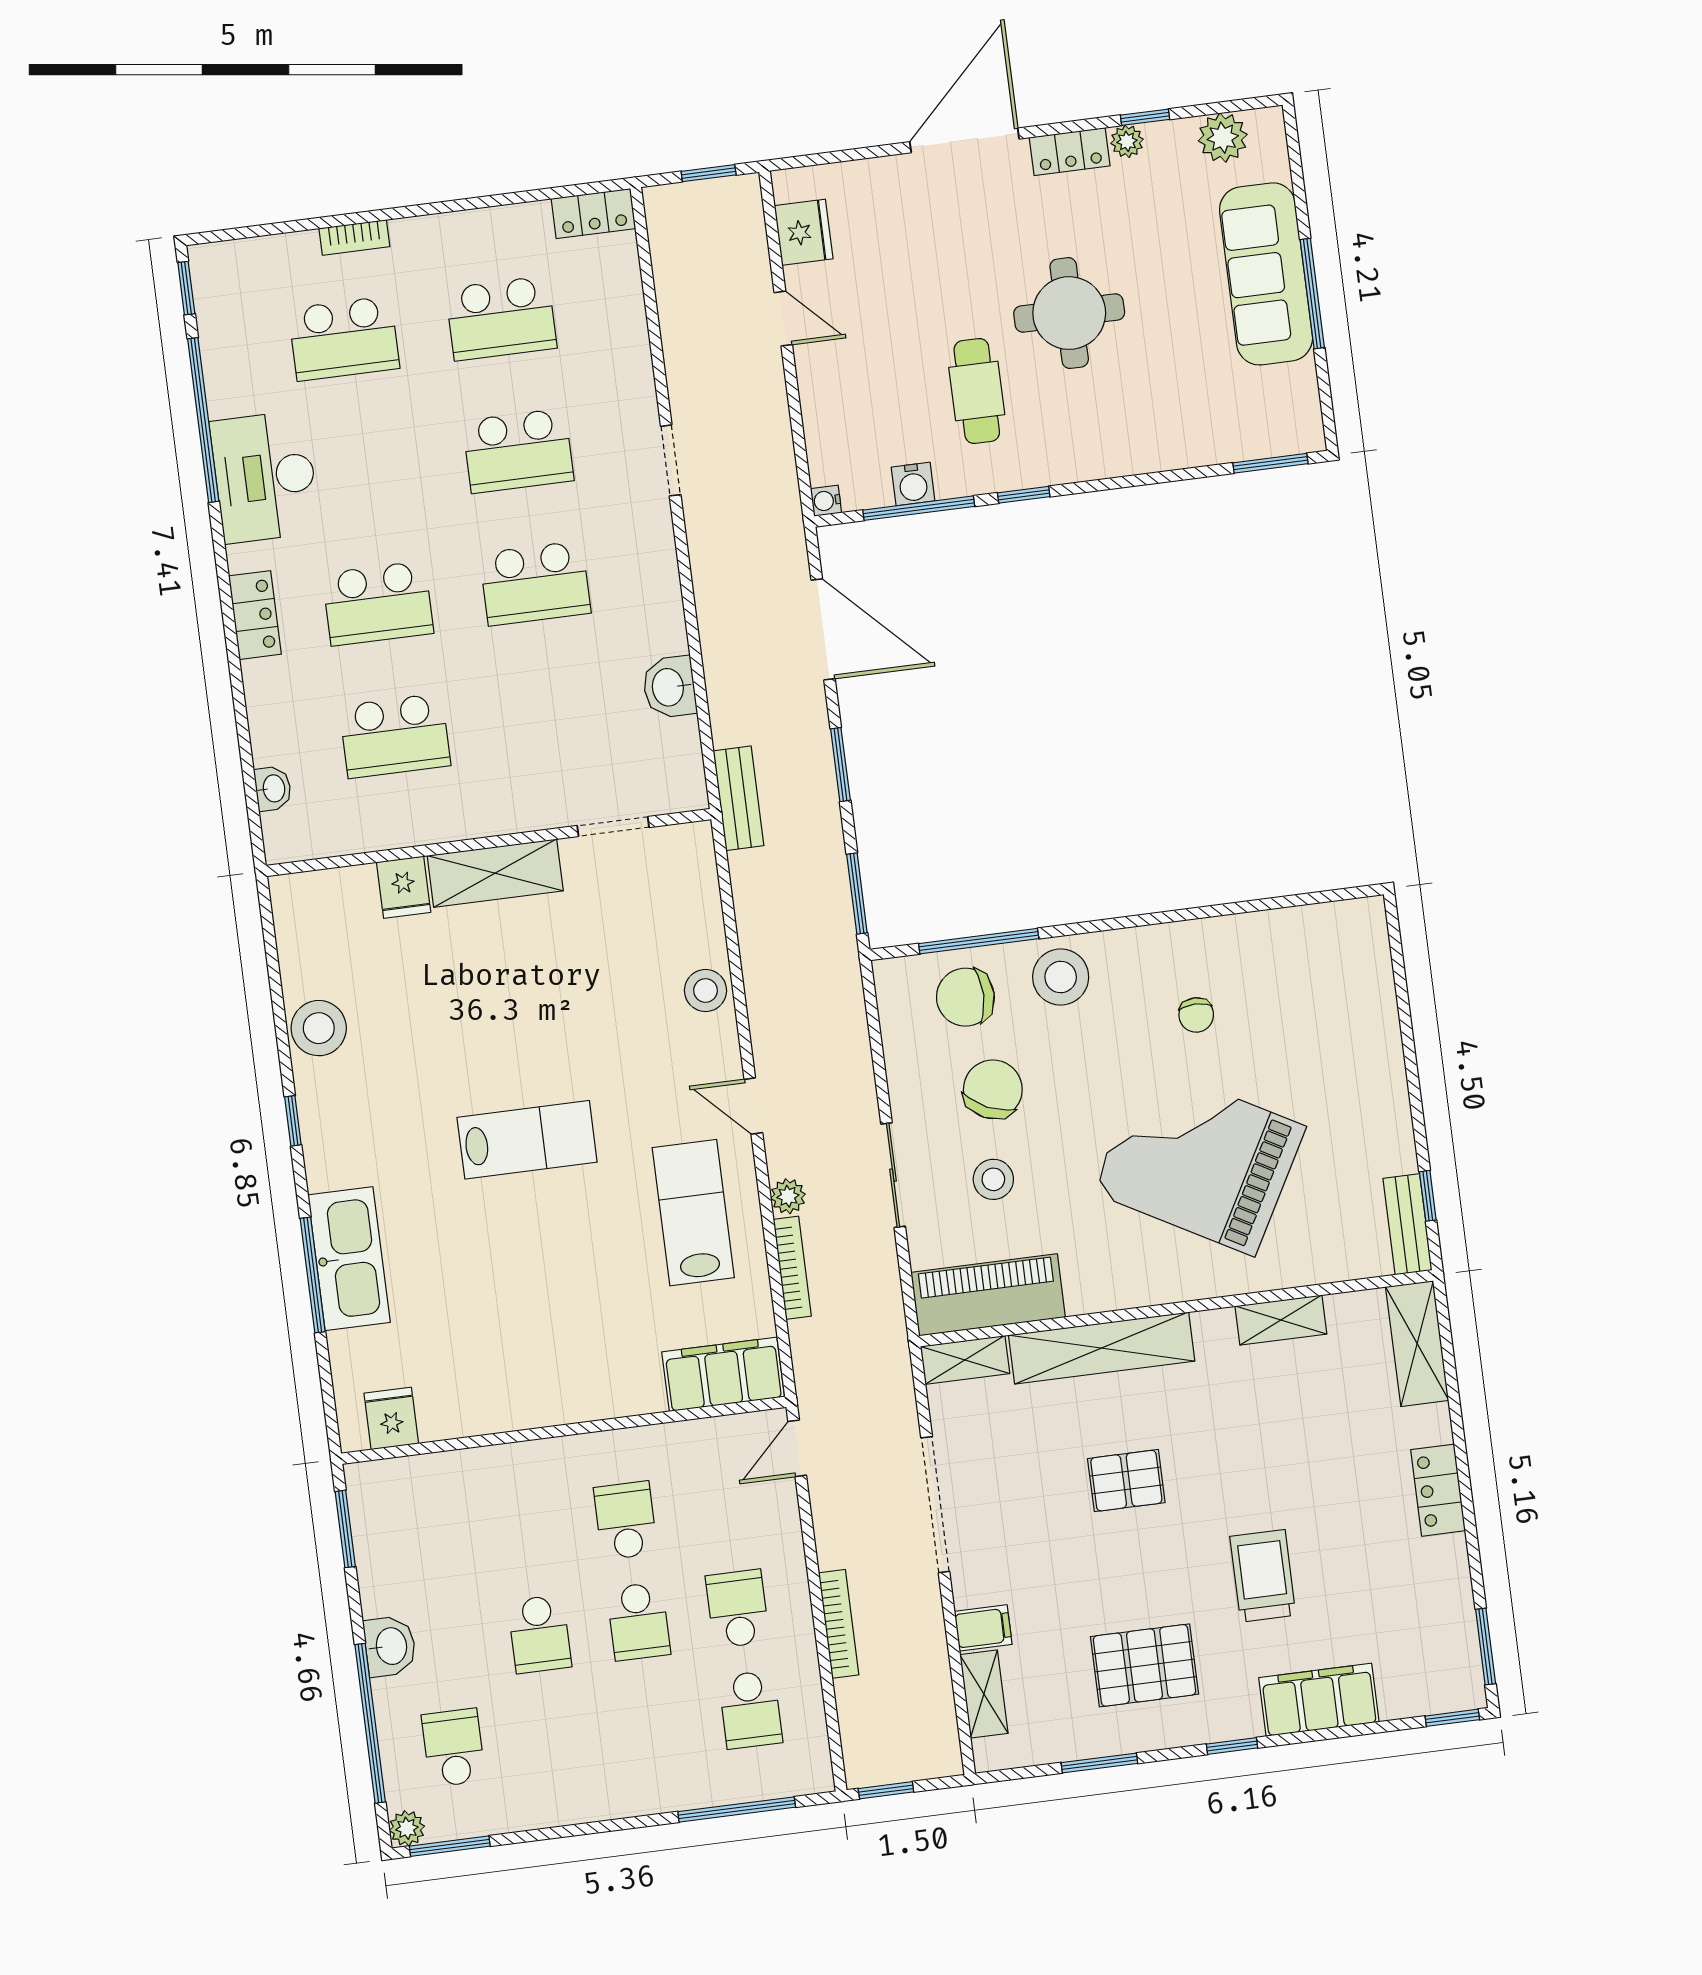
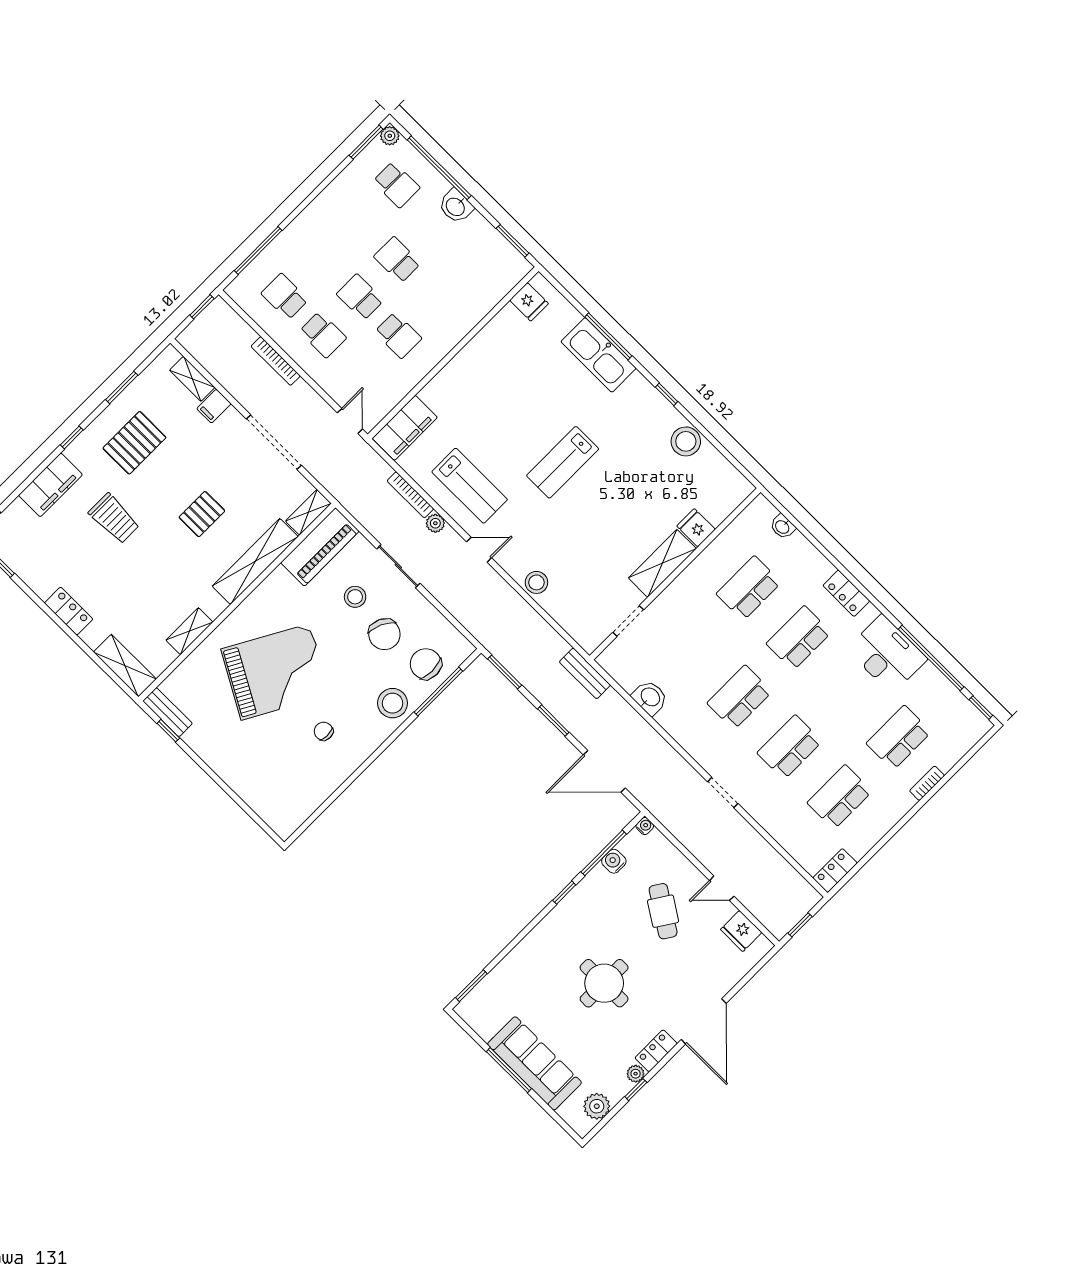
cafe table: (977, 391) -> (663, 911), moved, turned 33
chair: (965, 997) -> (426, 664), turned -90

